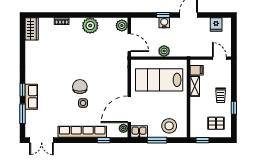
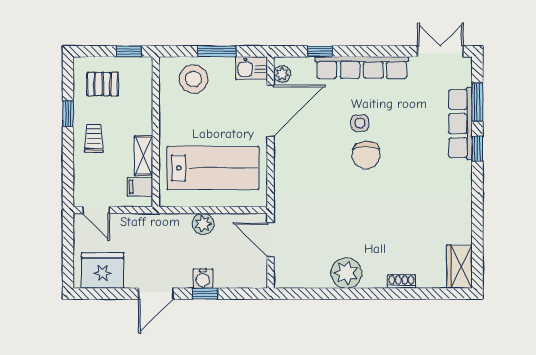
fridge: (216, 25) -> (102, 270), width x1.88, depth x1.34
plant: (122, 26) -> (285, 273), removed
row of seats: (31, 97) -> (460, 124), width x1.48

